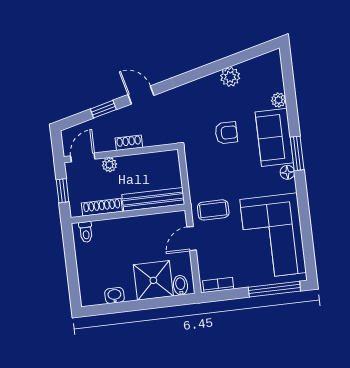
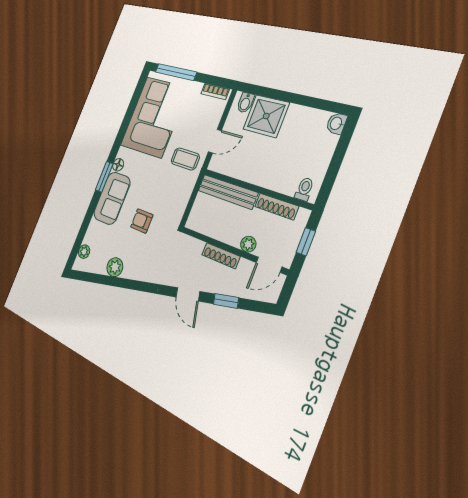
plant: (279, 100) -> (84, 252), moved
shoe rack: (129, 143) -> (221, 256), width x1.43
washbasin: (115, 296) -> (336, 124), moved, turned 90

